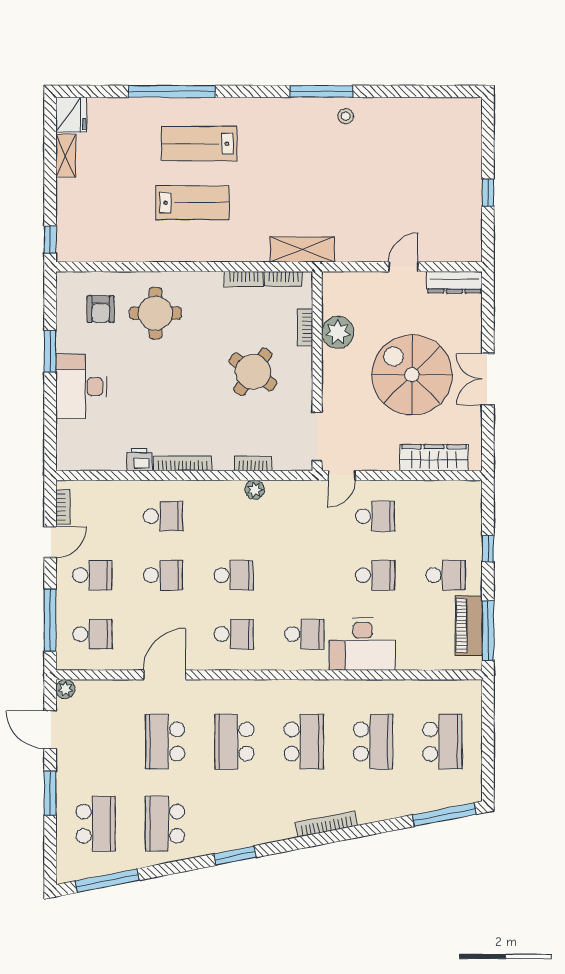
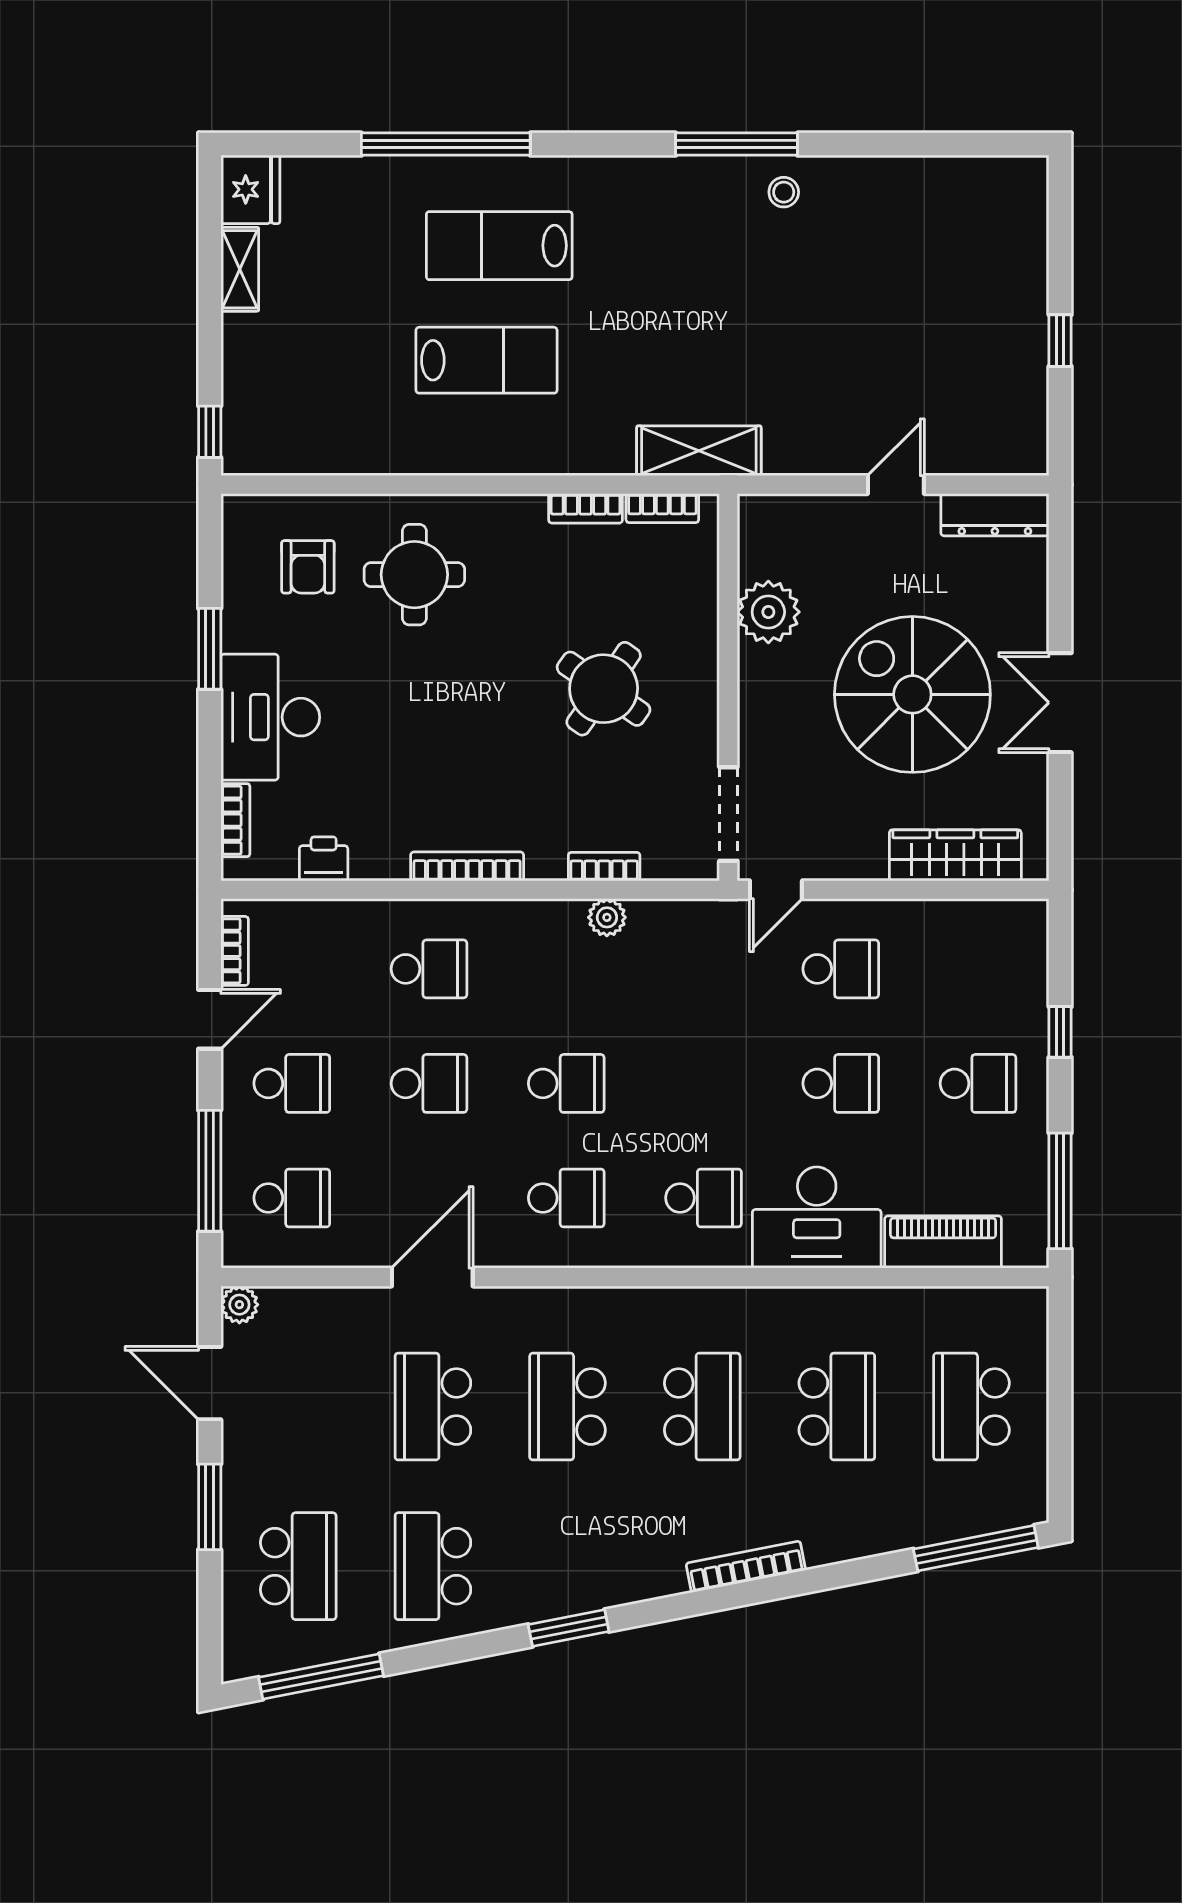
bookcase: (305, 327) -> (235, 820), moved, turned 180
printer: (139, 460) -> (324, 859), moved
piano: (469, 626) -> (943, 1242), moved, turned 90
school desk: (442, 742) -> (971, 1407), turned 180

